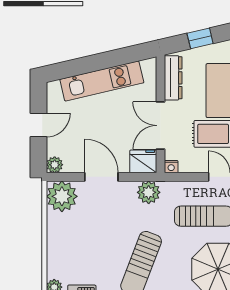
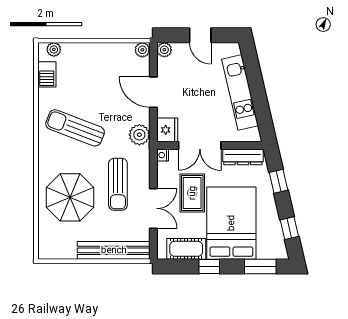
double door: (161, 126) -> (200, 145), swing flipped
door: (101, 177) -> (153, 92), swing flipped
plant: (62, 196) -> (142, 50), width x0.53, depth x0.53

